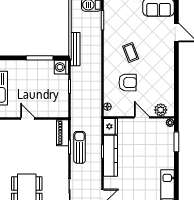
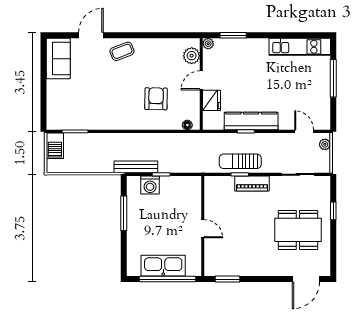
bench: (75, 49) -> (136, 167), moved
coffee table: (131, 52) -> (122, 51), moved
washing machine: (61, 67) -> (150, 185), moved
door: (28, 118) -> (203, 229), swing flipped
fridge: (110, 126) -> (212, 100), moved, turned 90
piano: (62, 133) -> (252, 183), moved

